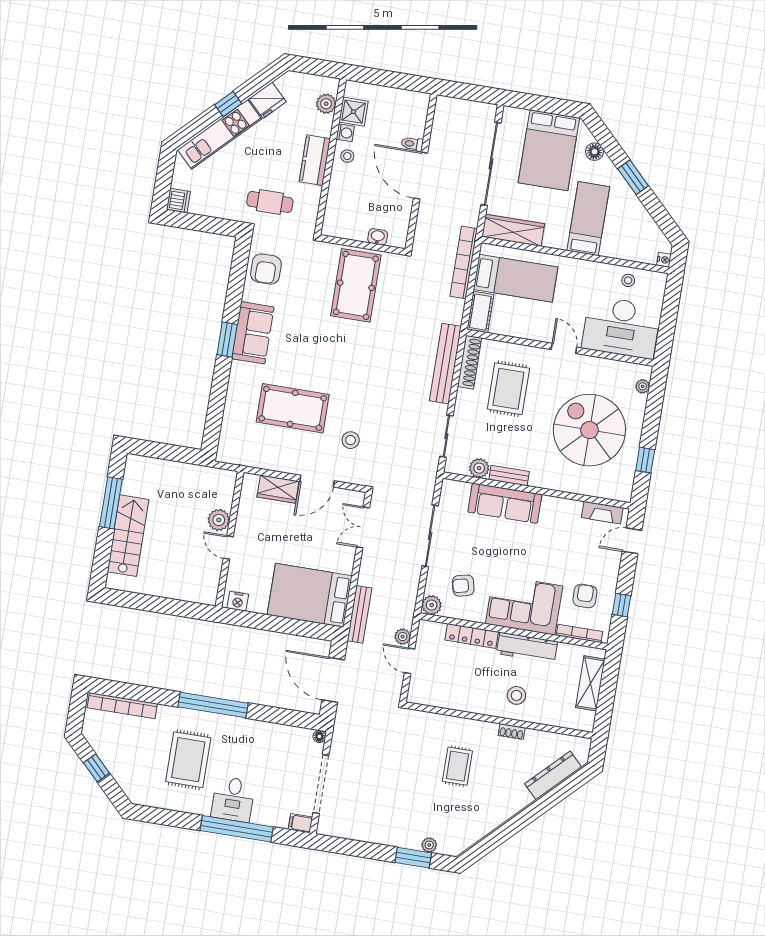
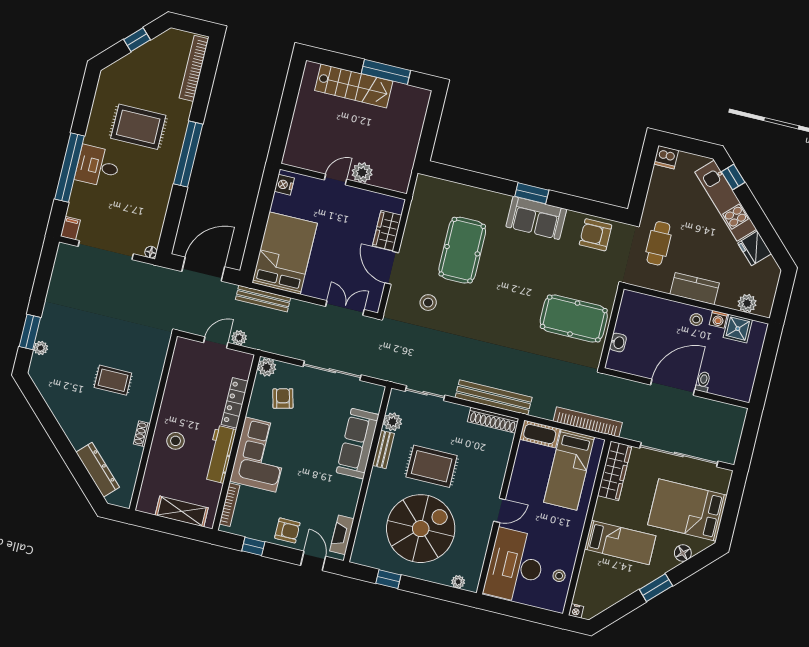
window: (228, 104) -> (733, 177), moved
rug: (508, 389) -> (432, 466), moved
armchair: (585, 596) -> (287, 530), moved

